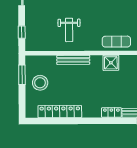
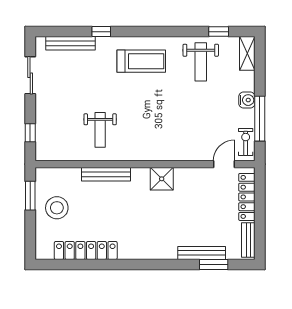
exercise mat: (116, 42) -> (170, 147), removed
locker: (111, 113) -> (162, 252), removed

